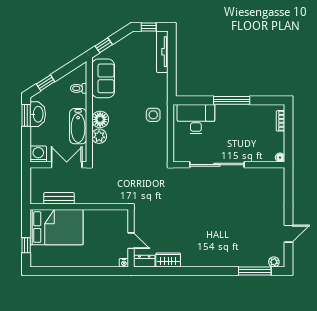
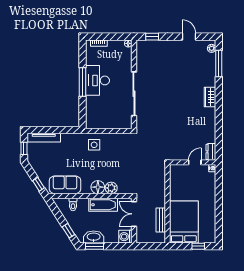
desk: (196, 119) -> (98, 80), moved
window: (289, 188) -> (152, 37), added
wardrobe: (168, 260) -> (210, 97), moved

